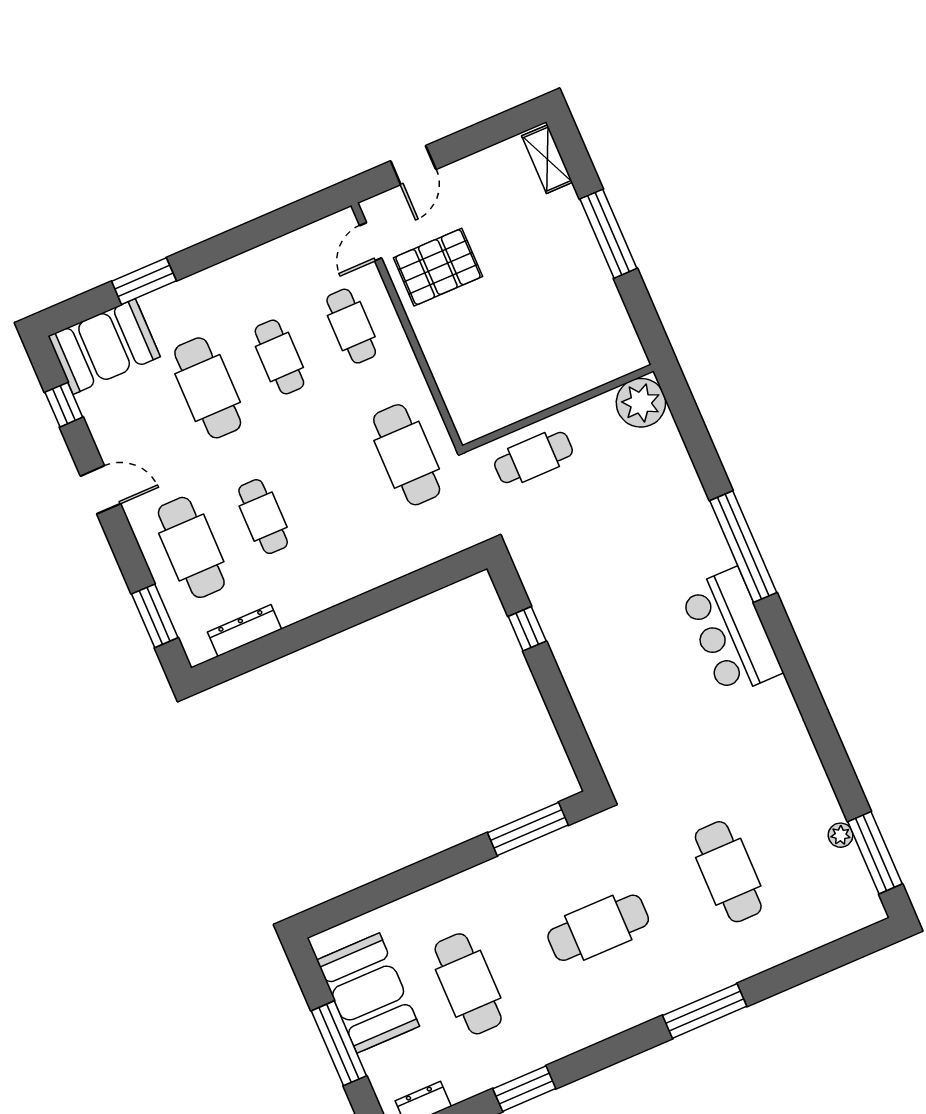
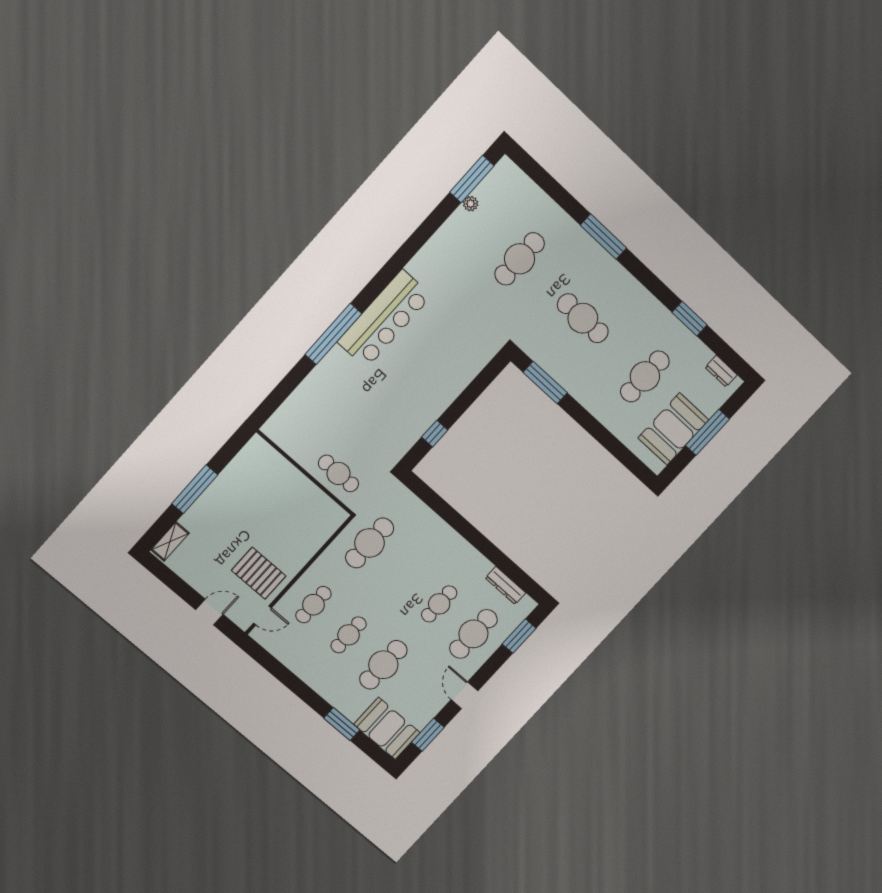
plant: (641, 403) -> (280, 428), removed
window: (64, 405) -> (428, 735), width x1.50
bar counter: (731, 632) -> (384, 319), width x1.36

